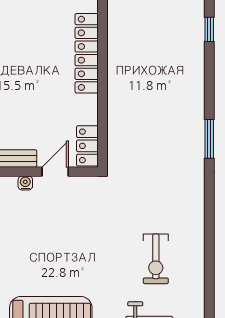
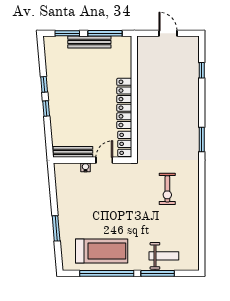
locker: (87, 53) -> (124, 103), moved
exercise bike: (156, 259) -> (167, 189), moved

